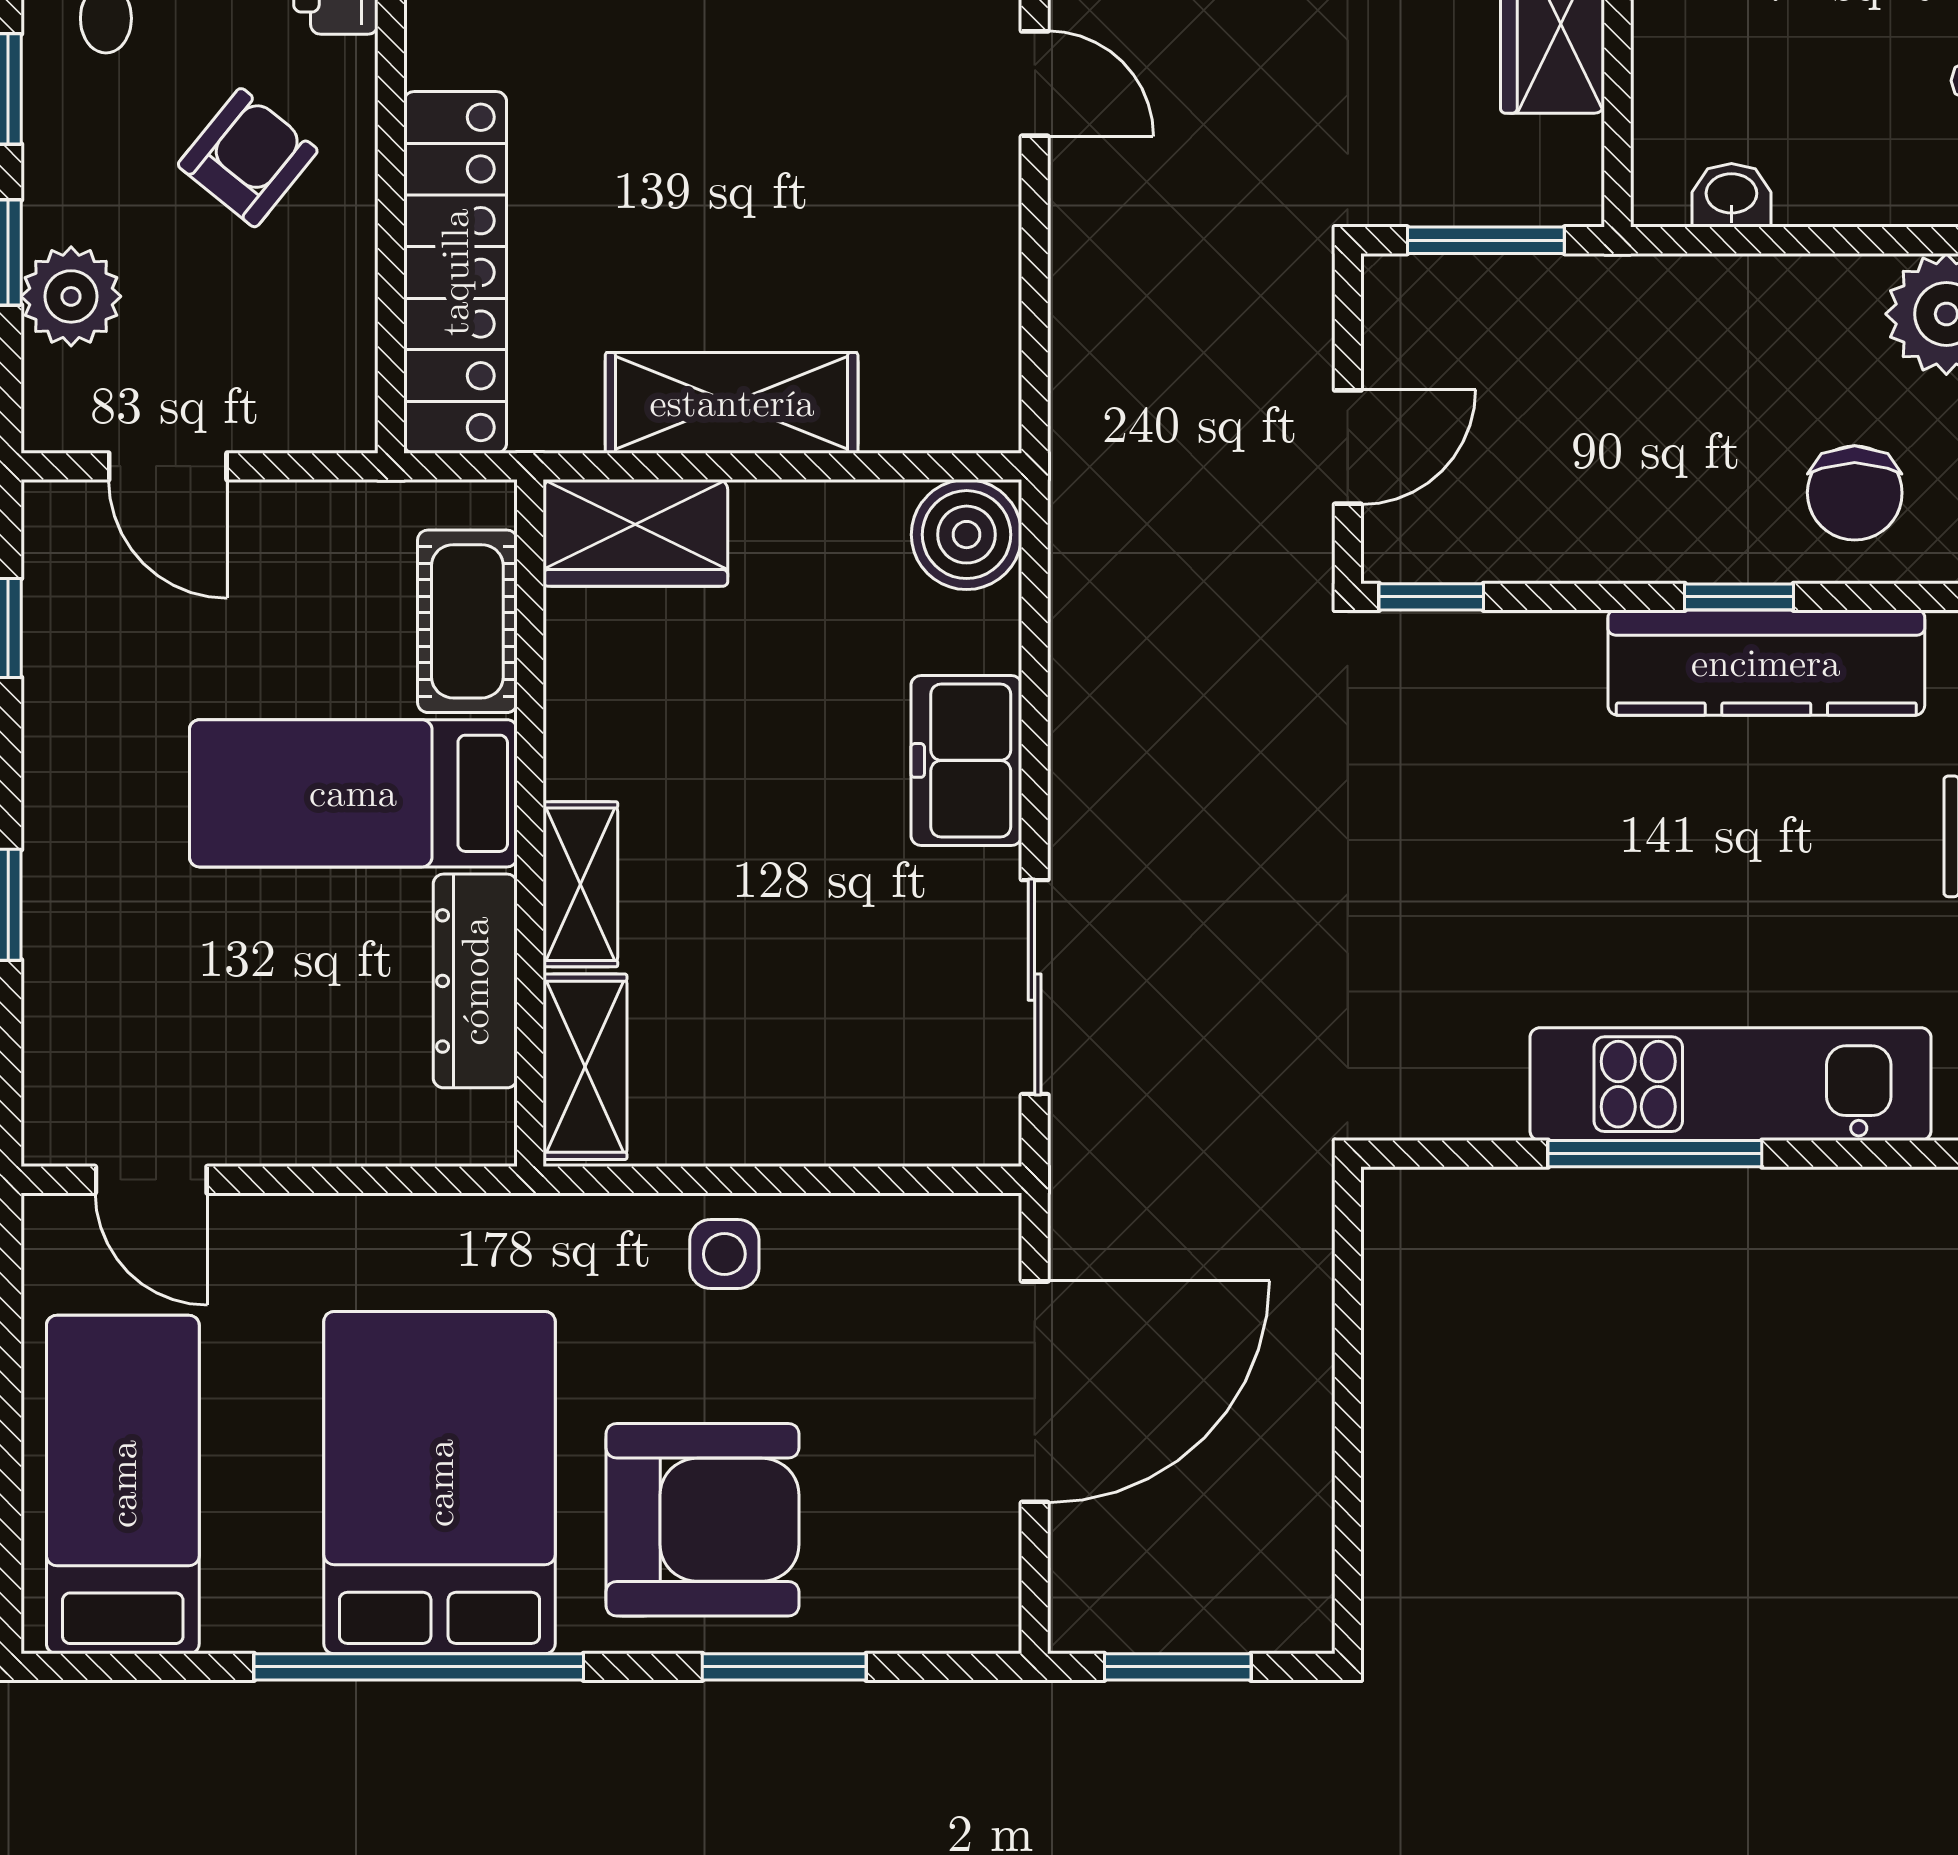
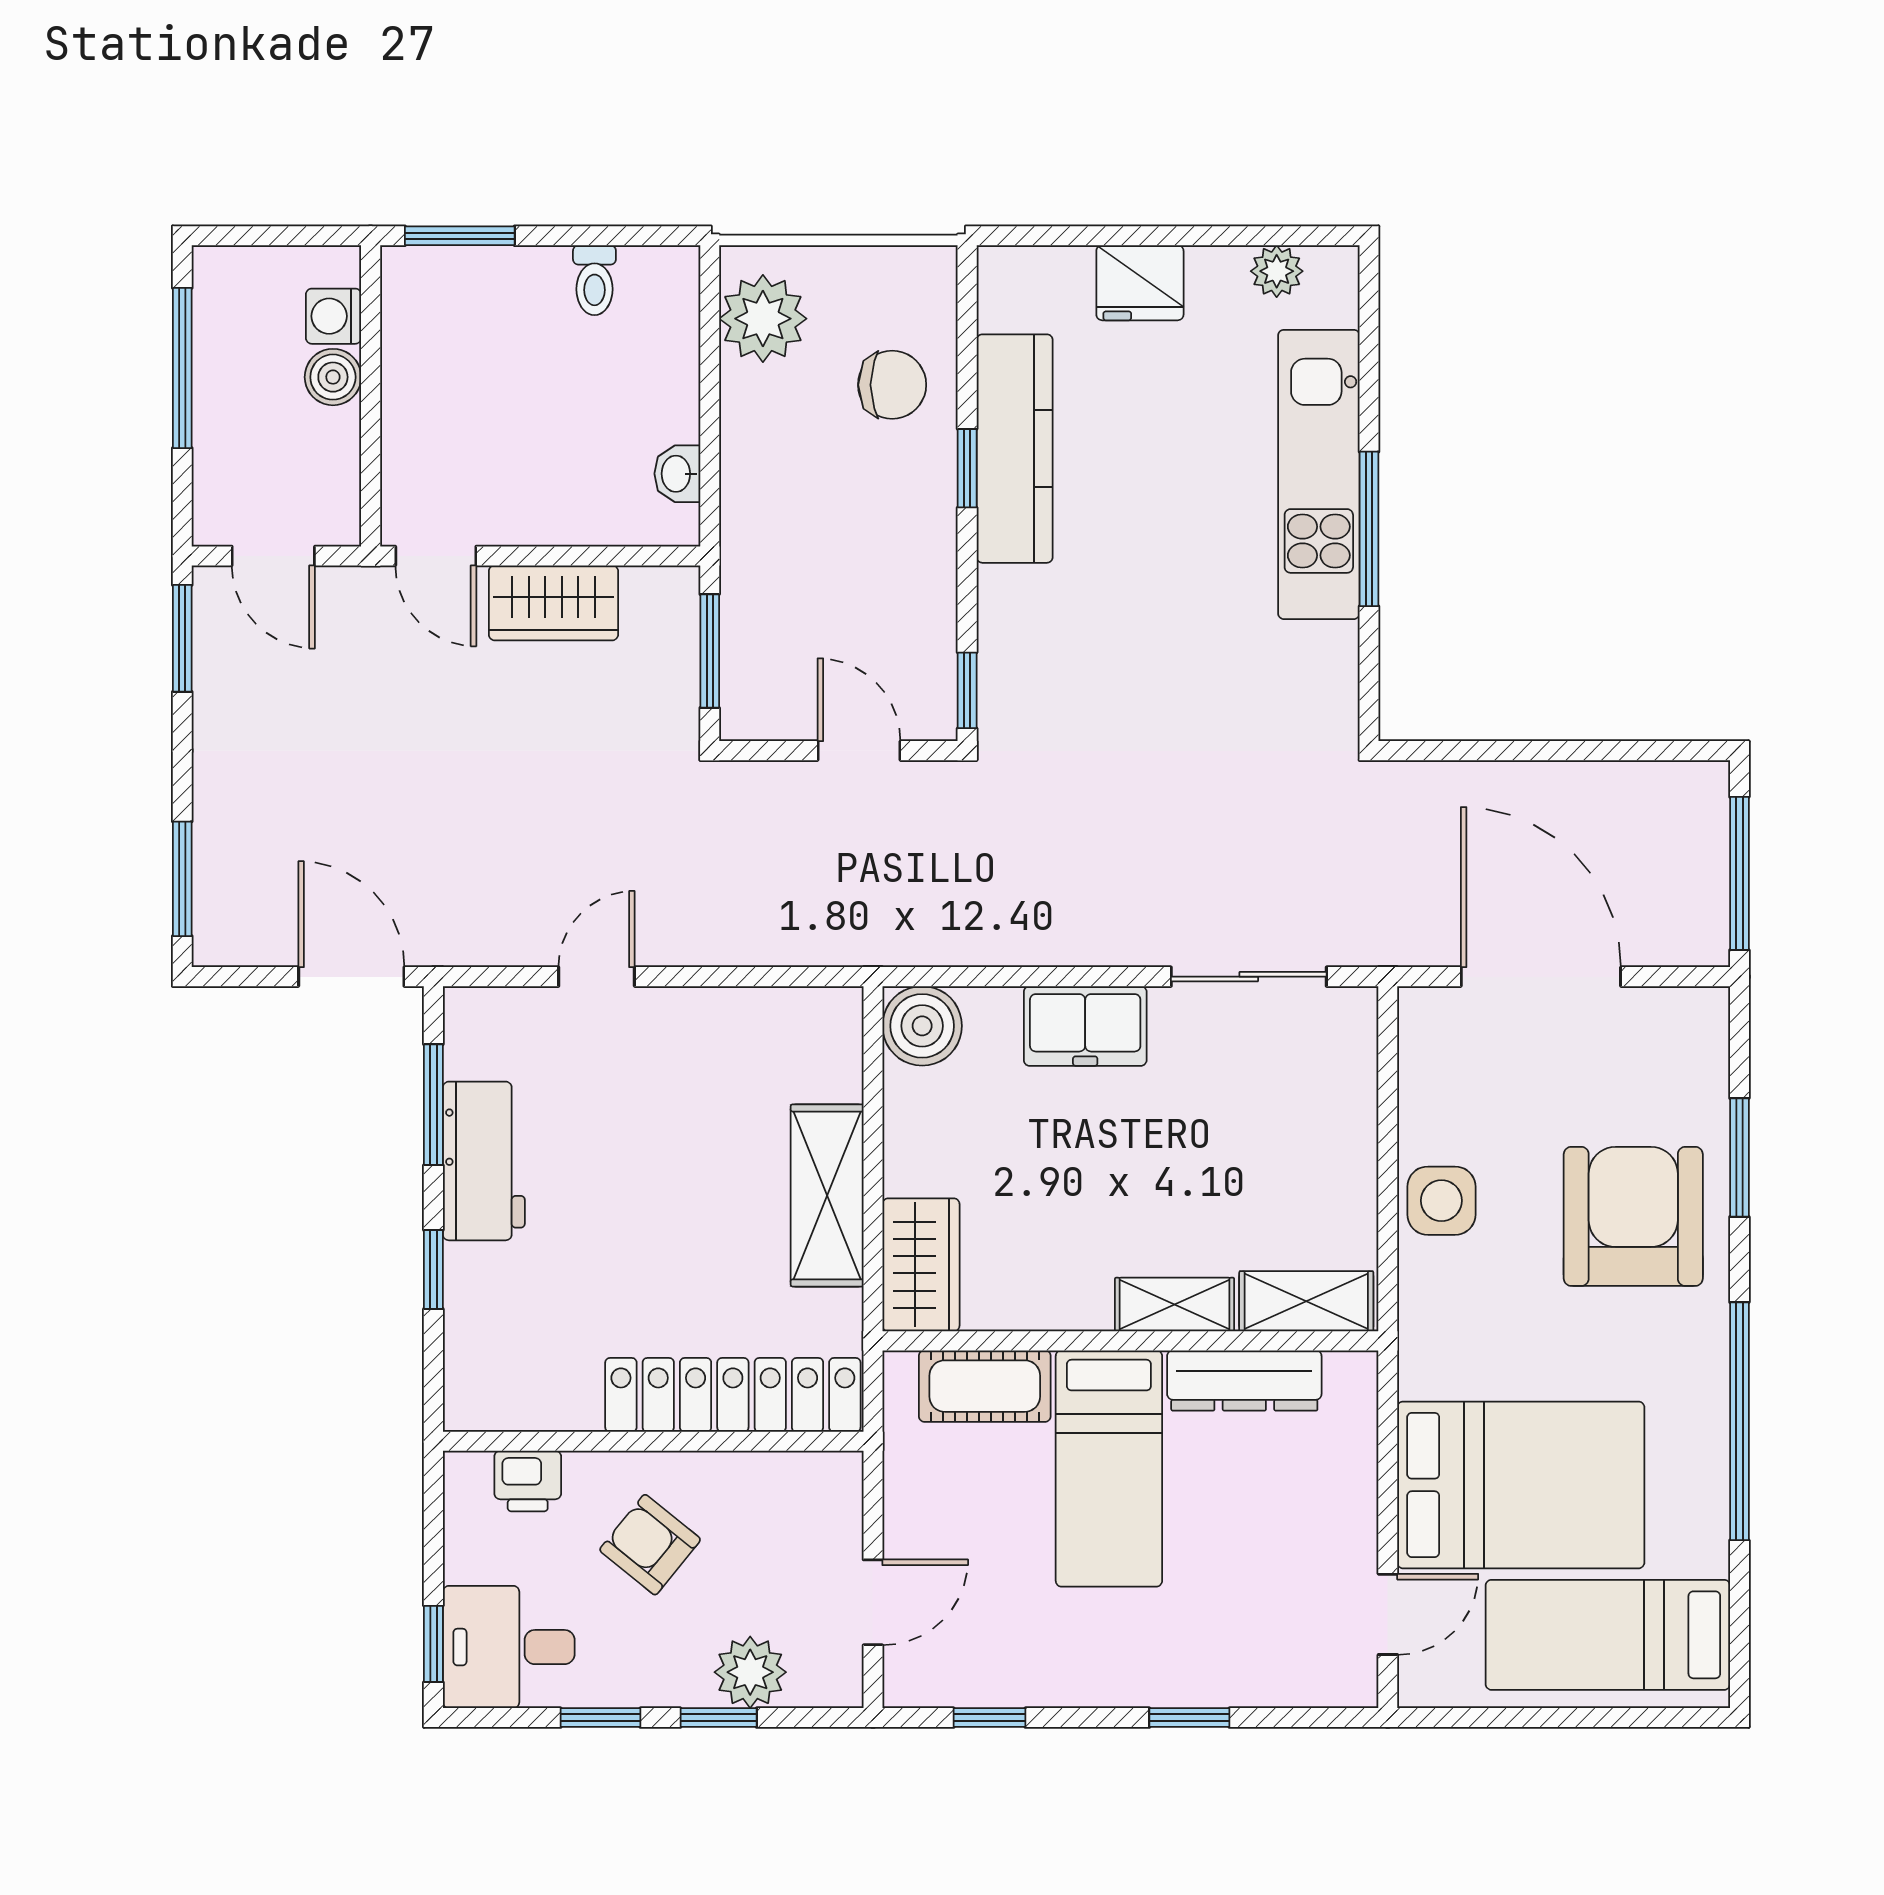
side table: (724, 1254) -> (1441, 1201), width x1.37, depth x1.37
bed: (440, 1483) -> (1521, 1485), moved, turned 180
window: (1178, 1667) -> (1739, 873), width x1.44

